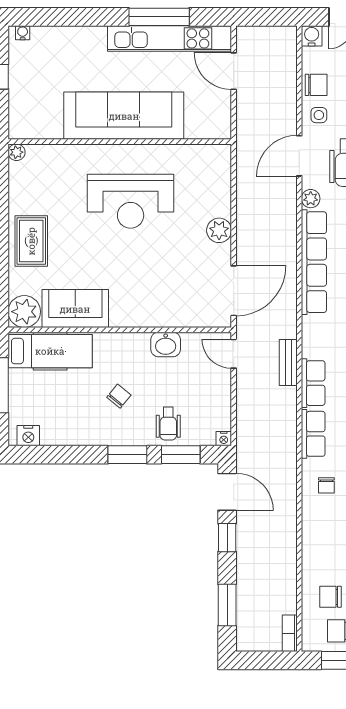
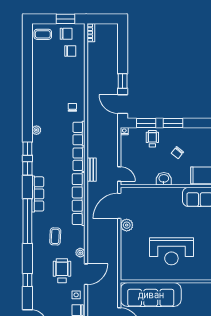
sofa: (124, 116) -> (151, 295), moved
reception desk: (131, 201) -> (171, 251), turned 180
plant: (219, 230) -> (127, 225), moved
row of seats: (314, 262) -> (79, 199), moved
washbasin: (166, 344) -> (164, 179), moved
window: (227, 605) -> (123, 47), removed

